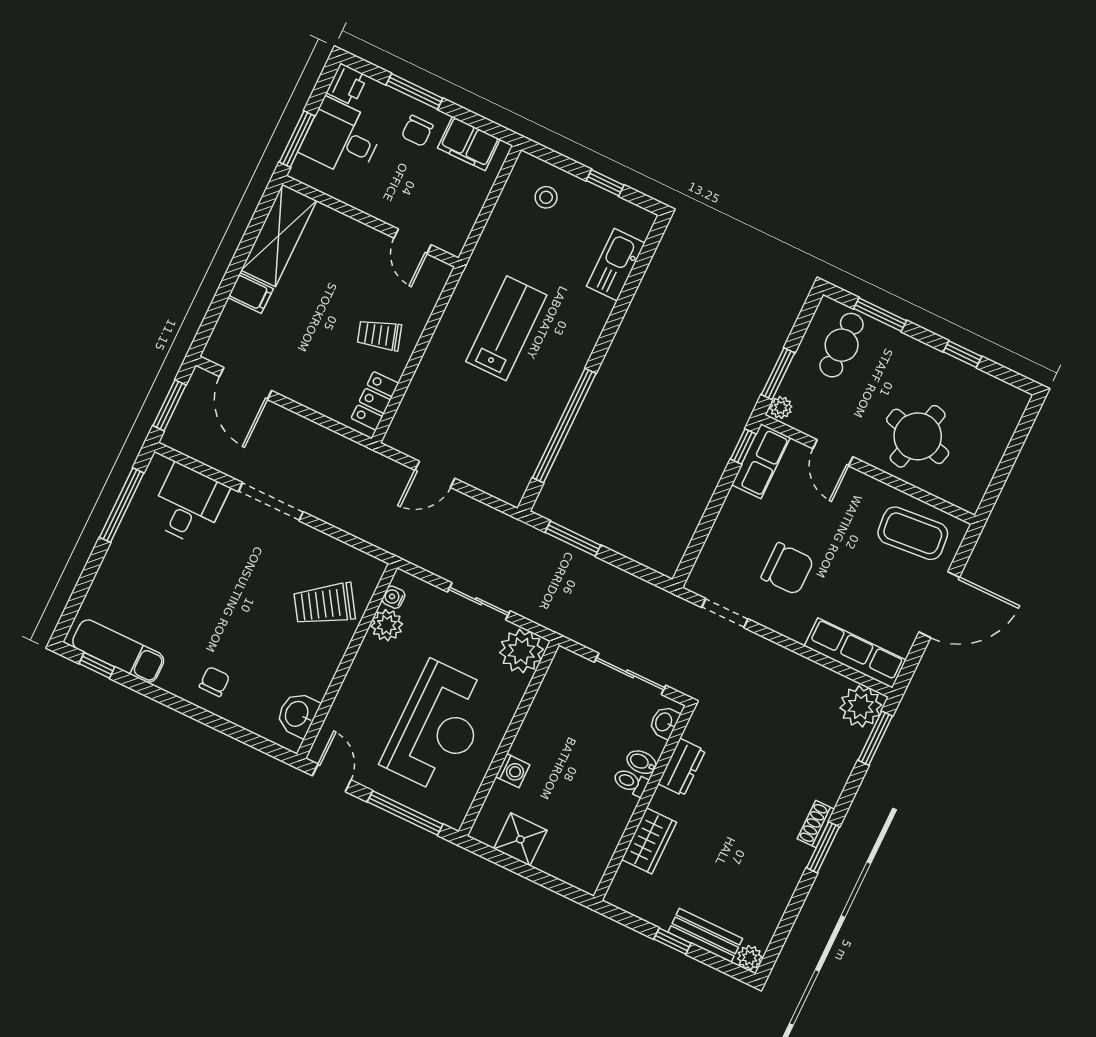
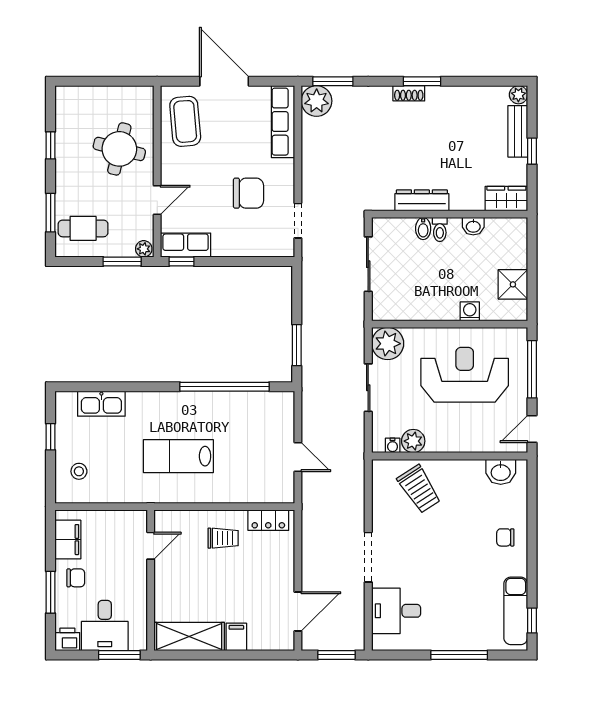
trolley: (379, 335) -> (223, 538), turned -73
window: (122, 505) -> (459, 655), moved
chair: (788, 569) -> (249, 193), turned 90
washbasin: (664, 722) -> (473, 226), moved
dresser: (682, 767) -> (422, 200), width x1.44
wardrobe: (649, 841) -> (506, 199), moved

